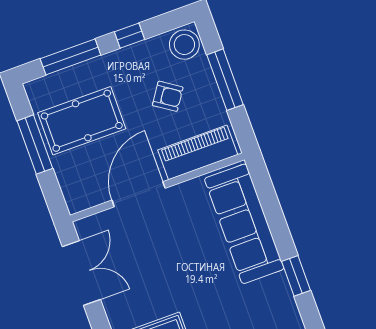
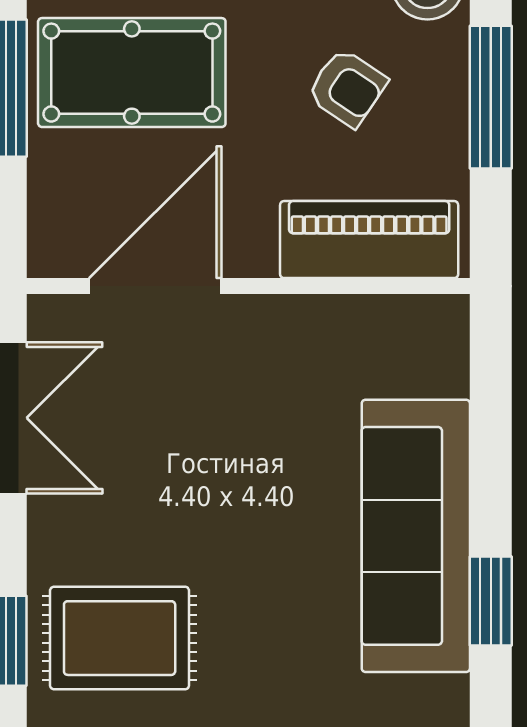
door: (139, 194) -> (155, 286), moved
sofa: (244, 224) -> (416, 536), moved

